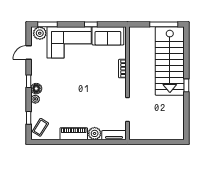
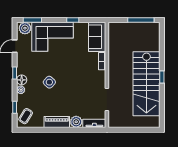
sofa: (108, 36) -> (97, 37), moved, turned 90
stairs: (170, 61) -> (146, 84), moved
side table: (66, 91) -> (49, 82), added

